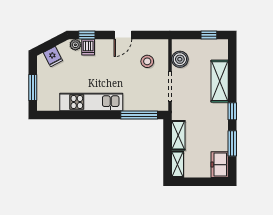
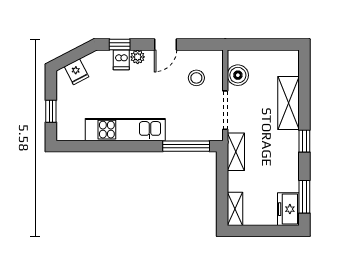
window: (209, 35) -> (275, 44), removed
plant: (75, 45) -> (138, 57), moved
window: (33, 88) -> (51, 111), width x0.67
shelving: (178, 135) -> (236, 152), moved
window: (232, 143) -> (304, 197), moved

